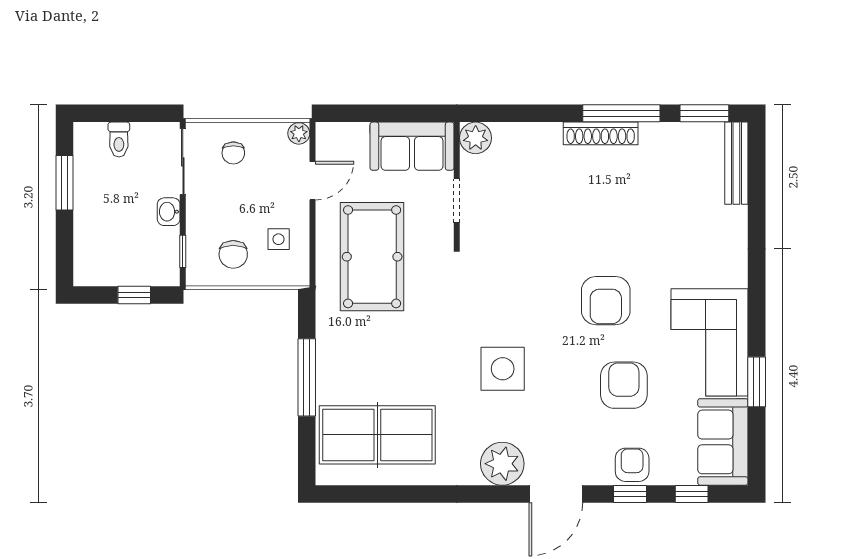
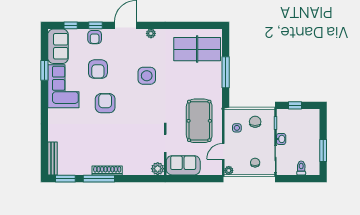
plant: (502, 464) -> (151, 33), width x0.53, depth x0.53

